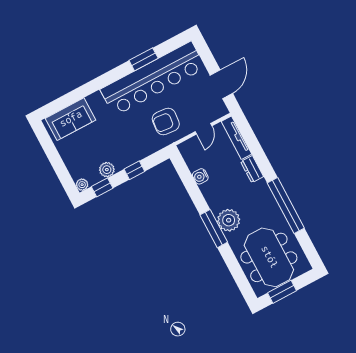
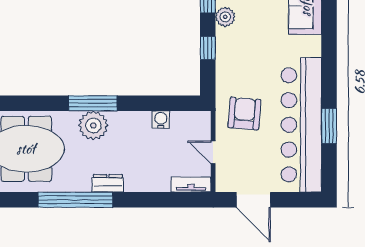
tv unit: (236, 138) -> (191, 184), width x0.71
dresser: (252, 169) -> (108, 183), moved

